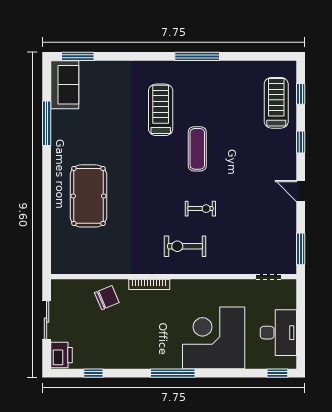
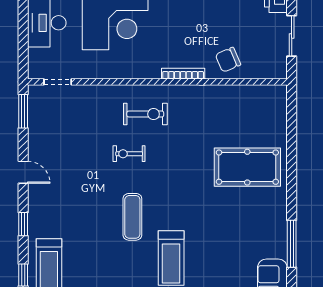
pool table: (88, 196) -> (247, 167), turned 90

